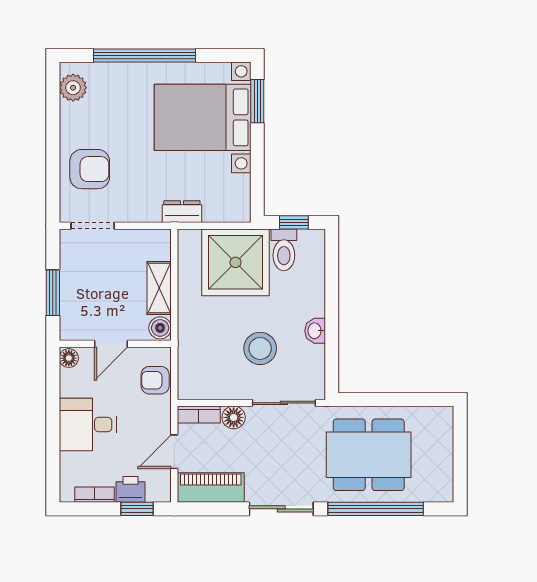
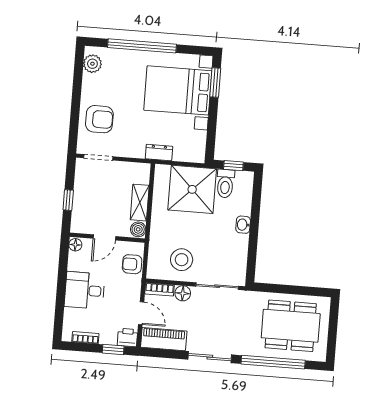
window: (53, 293) -> (68, 200), width x0.67
washbasin: (315, 331) -> (243, 225), moved
stool: (260, 348) -> (182, 260), moved
door: (174, 452) -> (141, 313), swing flipped
dining table: (369, 455) -> (291, 326), moved
printer: (131, 489) -> (128, 338), moved

